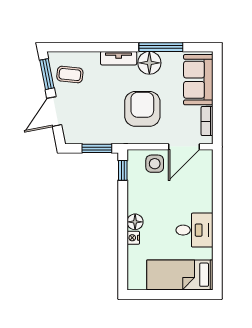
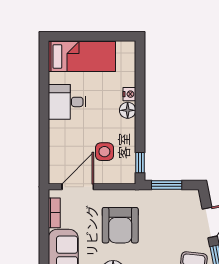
side table: (155, 164) -> (104, 152), moved

